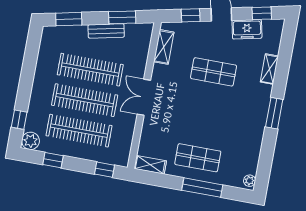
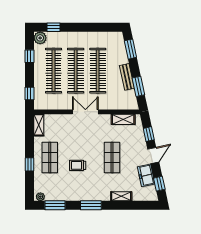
trolley: (216, 121) -> (78, 165), added
window: (265, 163) -> (55, 205), added
window: (202, 188) -> (29, 164), width x0.46

